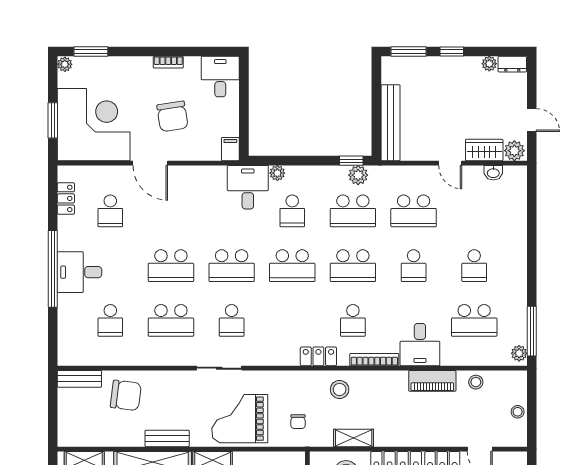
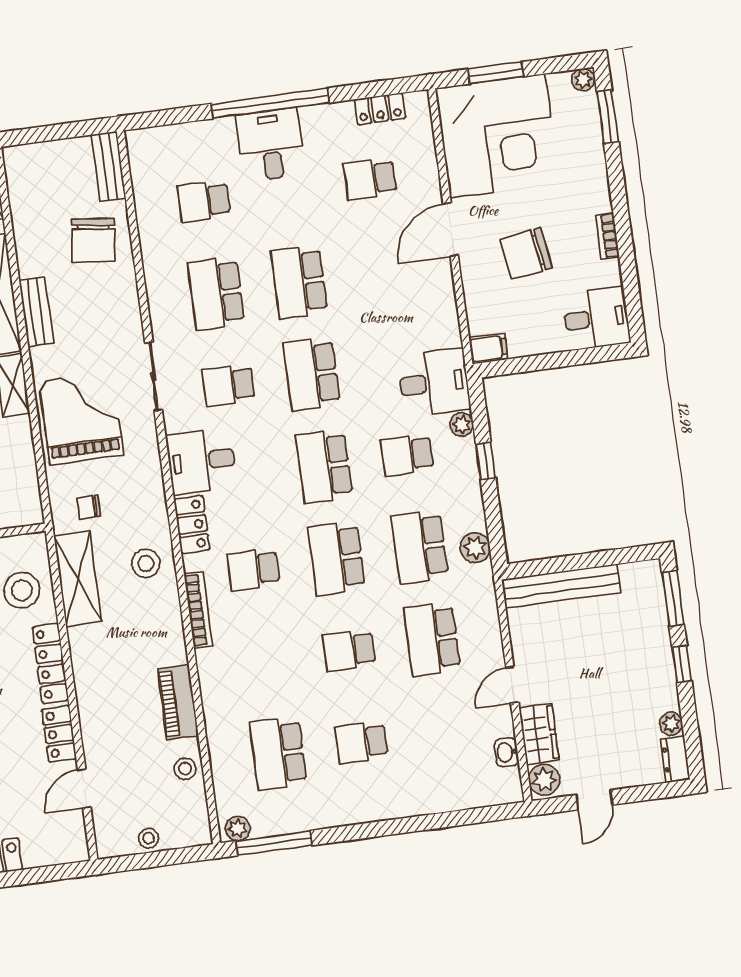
window: (351, 161) -> (486, 461), moved
desk: (420, 345) -> (201, 461), moved
shelving: (354, 438) -> (78, 579), width x1.50, depth x1.33

